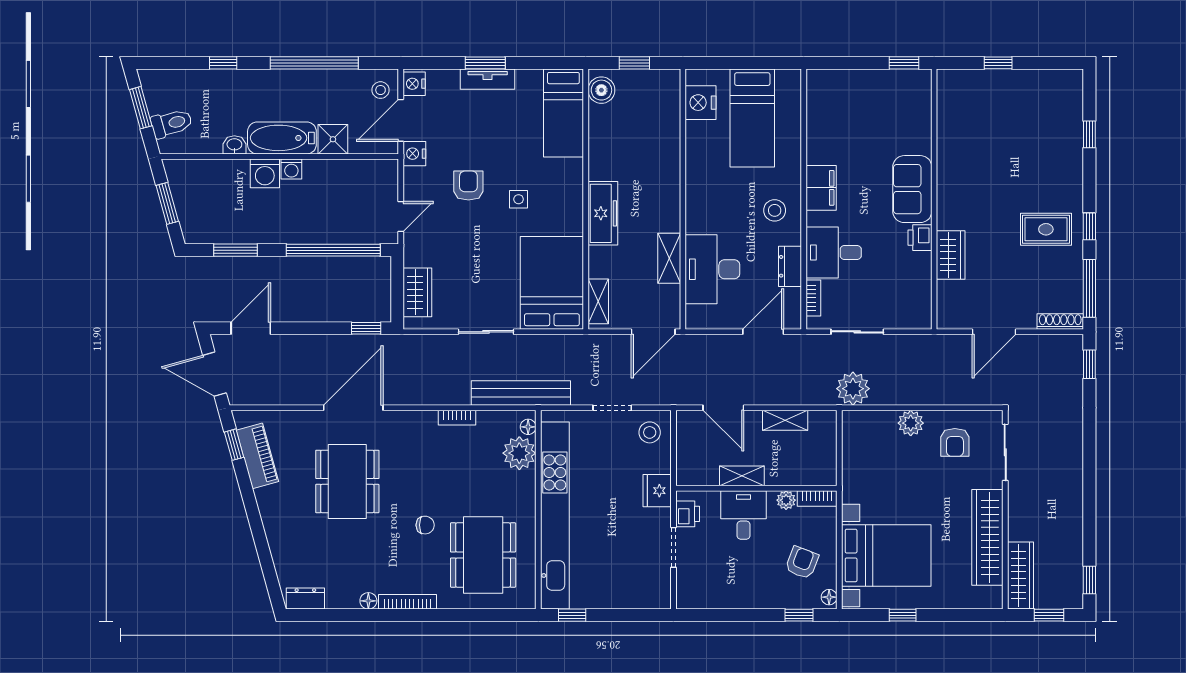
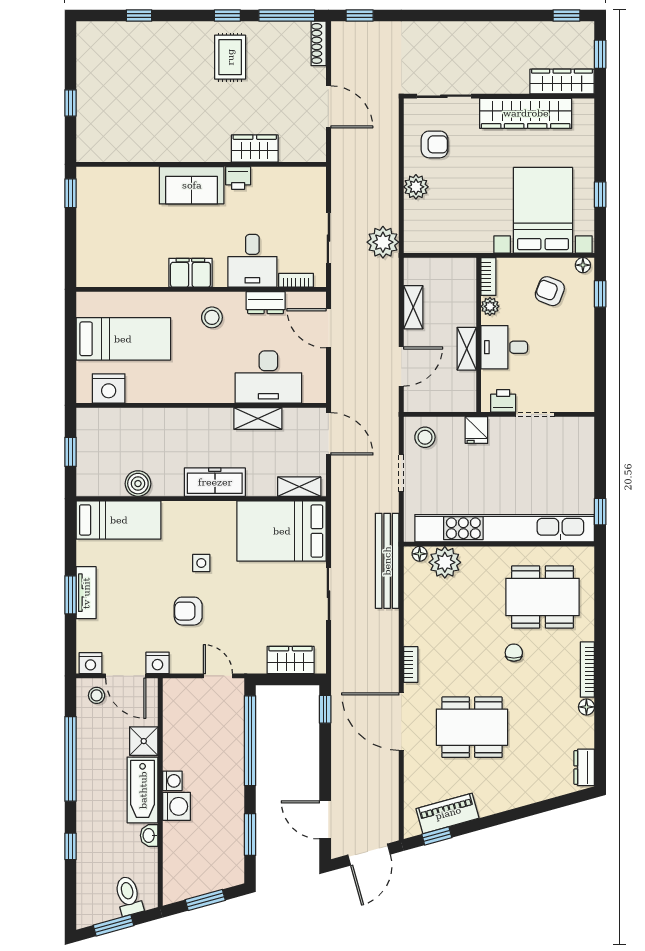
boiler: (601, 90) -> (138, 484), moved
bookcase: (457, 418) -> (411, 665), moved
fridge: (657, 491) -> (476, 430), width x0.72

